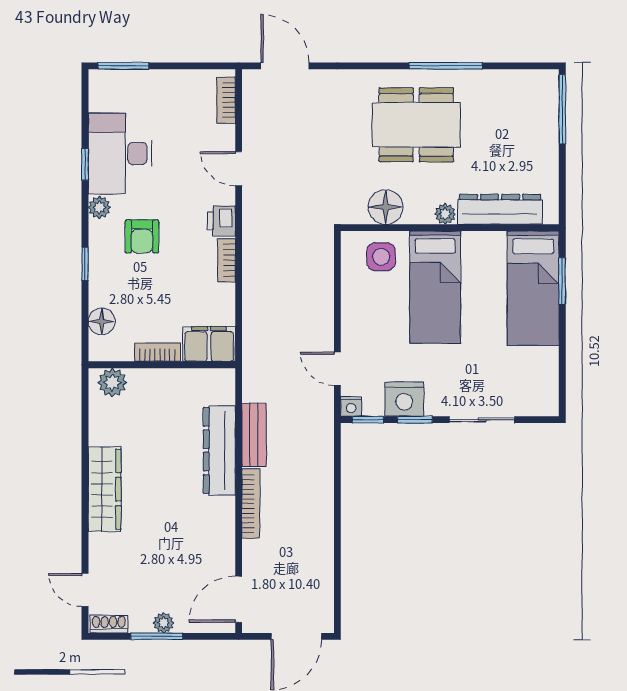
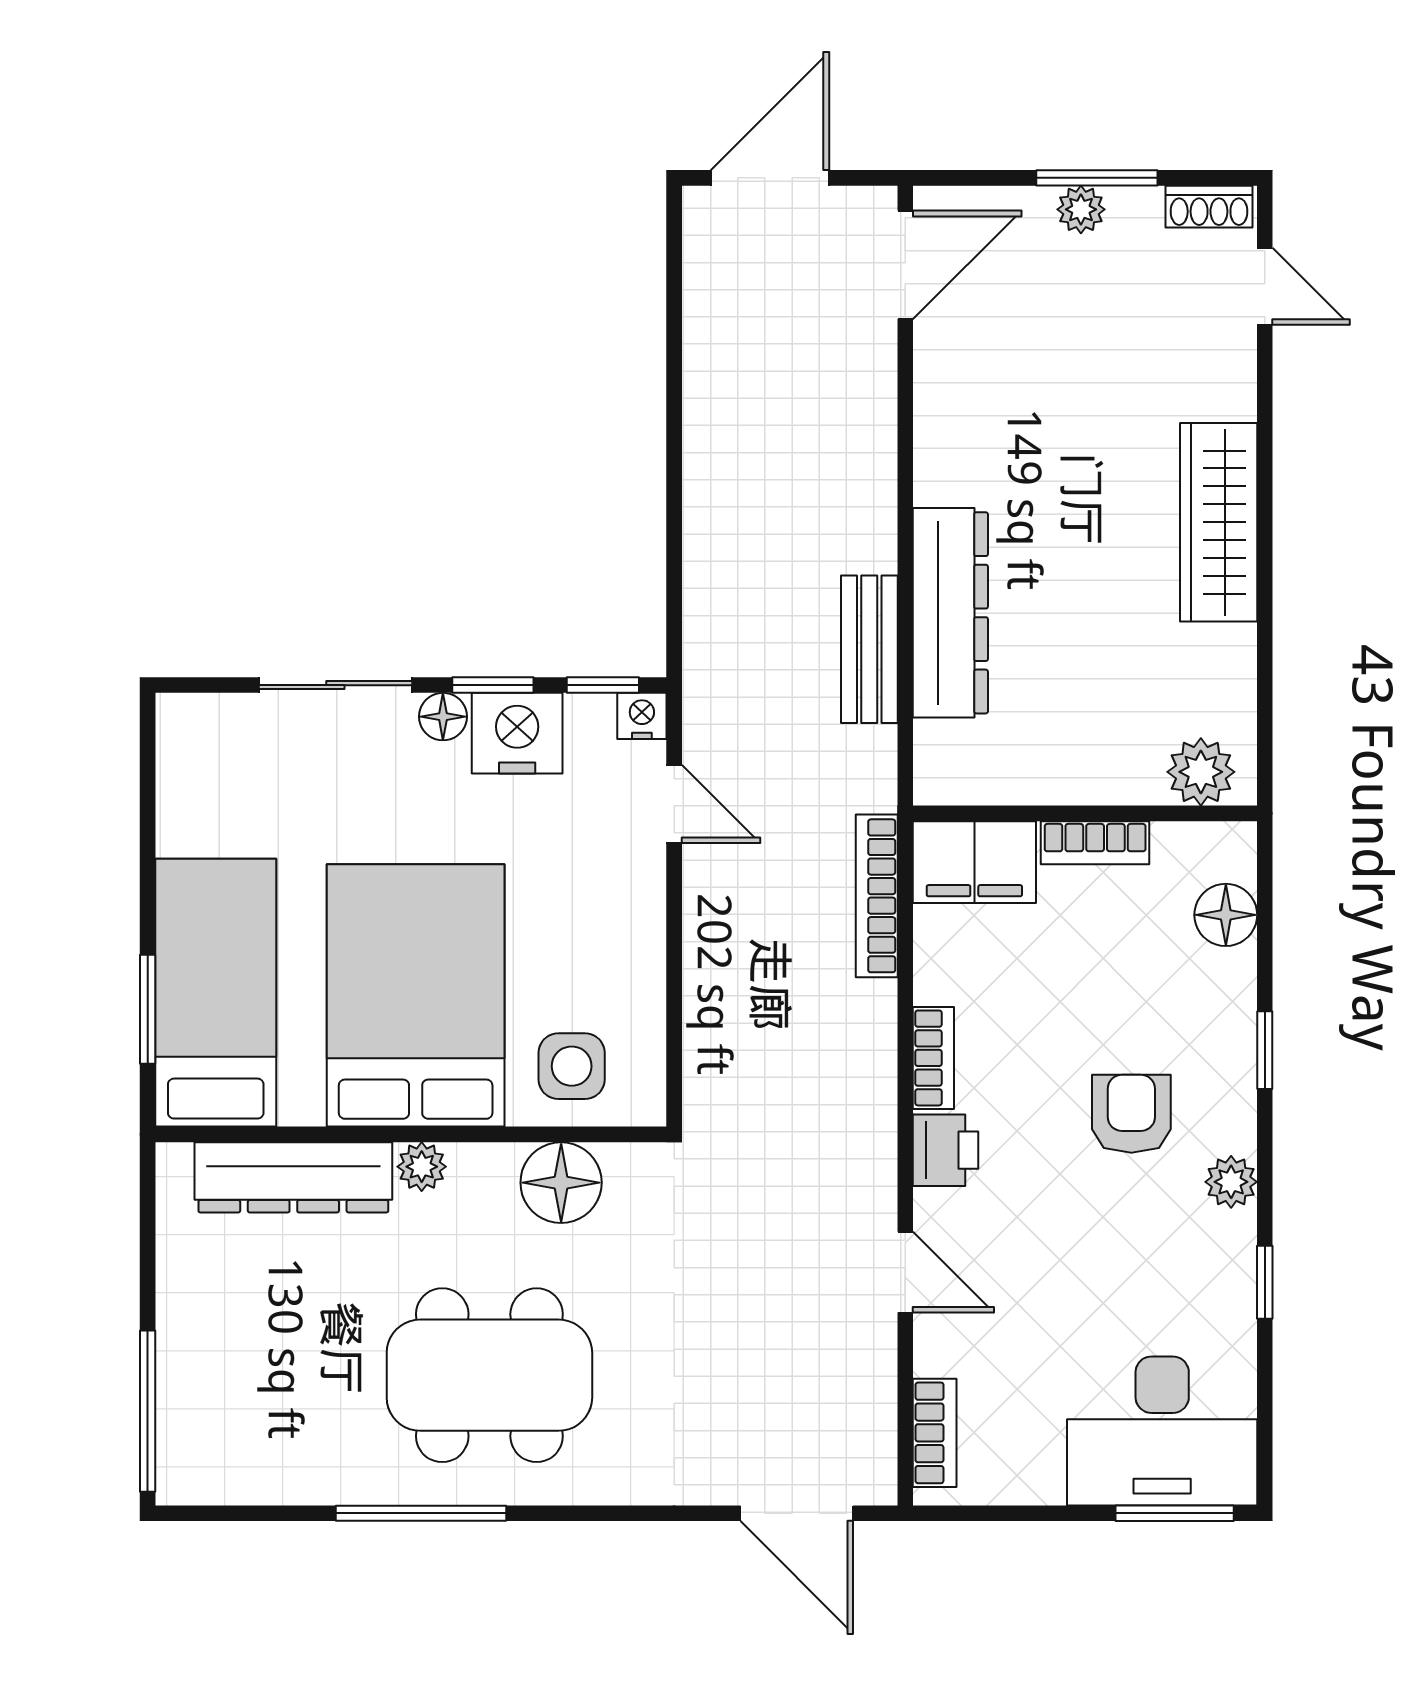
desk: (120, 154) -> (1162, 1431), moved, turned 90
bed: (435, 287) -> (416, 995), width x1.50
floor lamp: (436, 406) -> (443, 717), added
bookcase: (251, 504) -> (877, 896), moved

